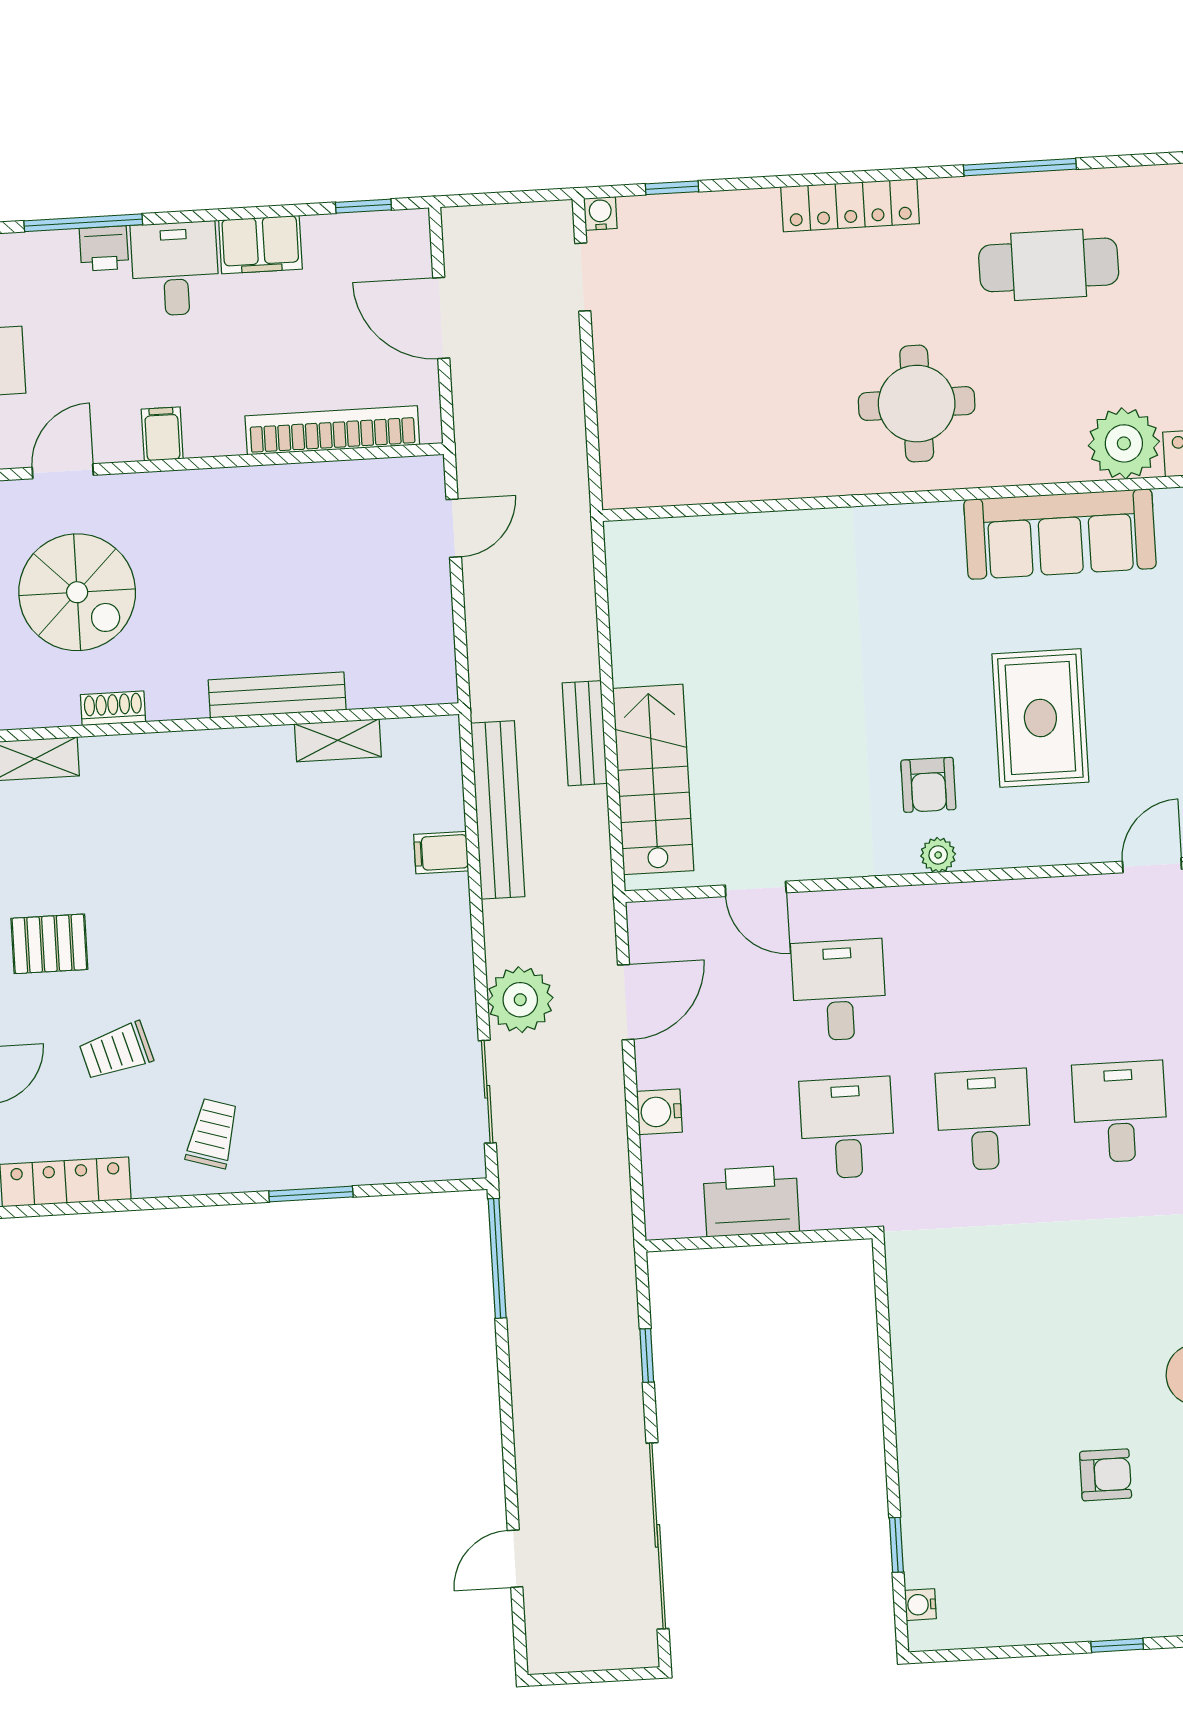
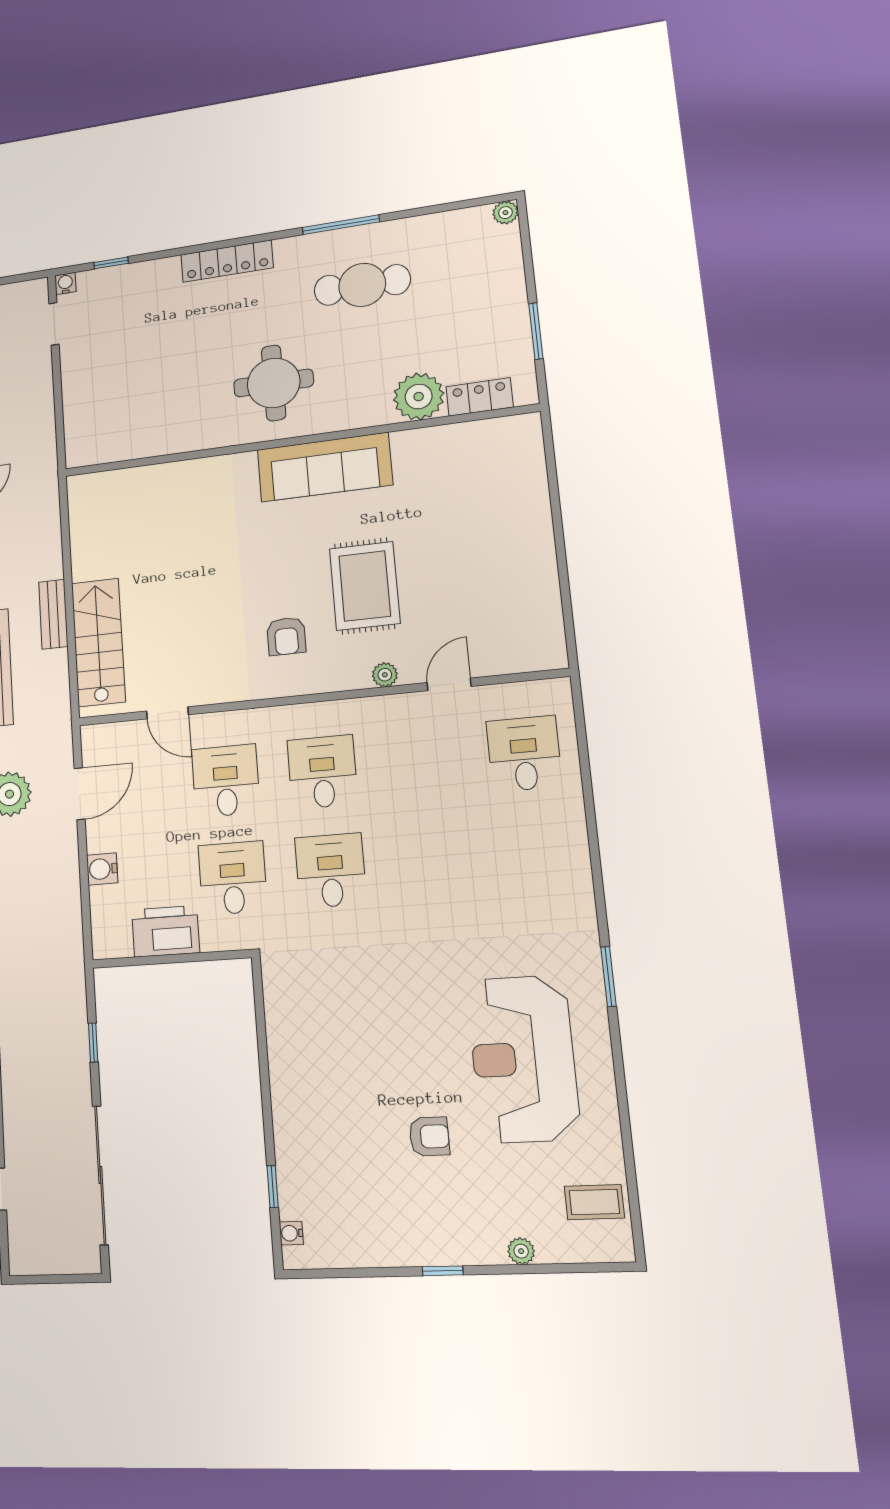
sofa: (1060, 534) -> (325, 467), moved
plant: (938, 855) -> (385, 675), moved
desk: (1120, 1112) -> (322, 772), moved

